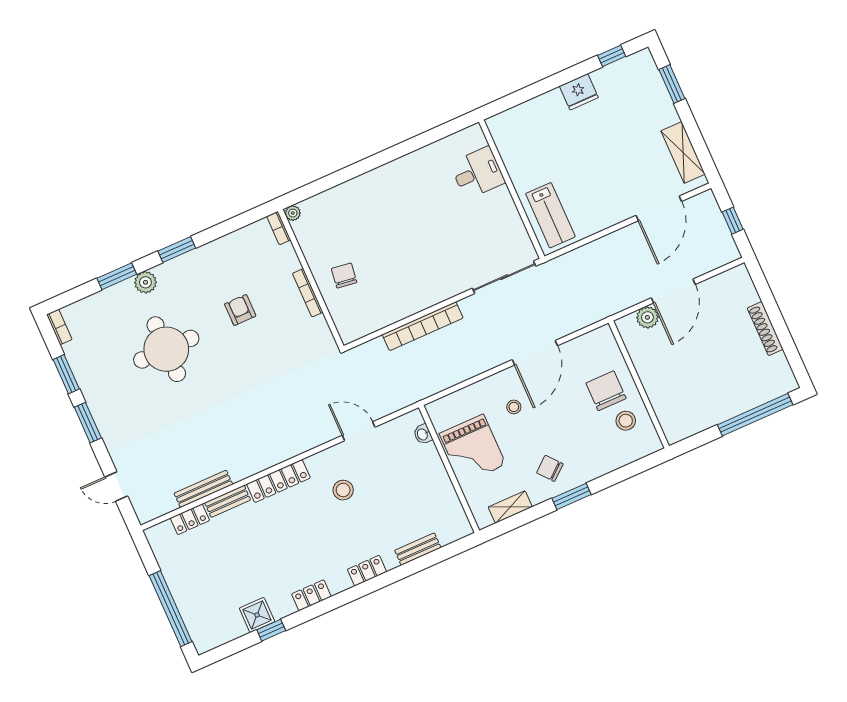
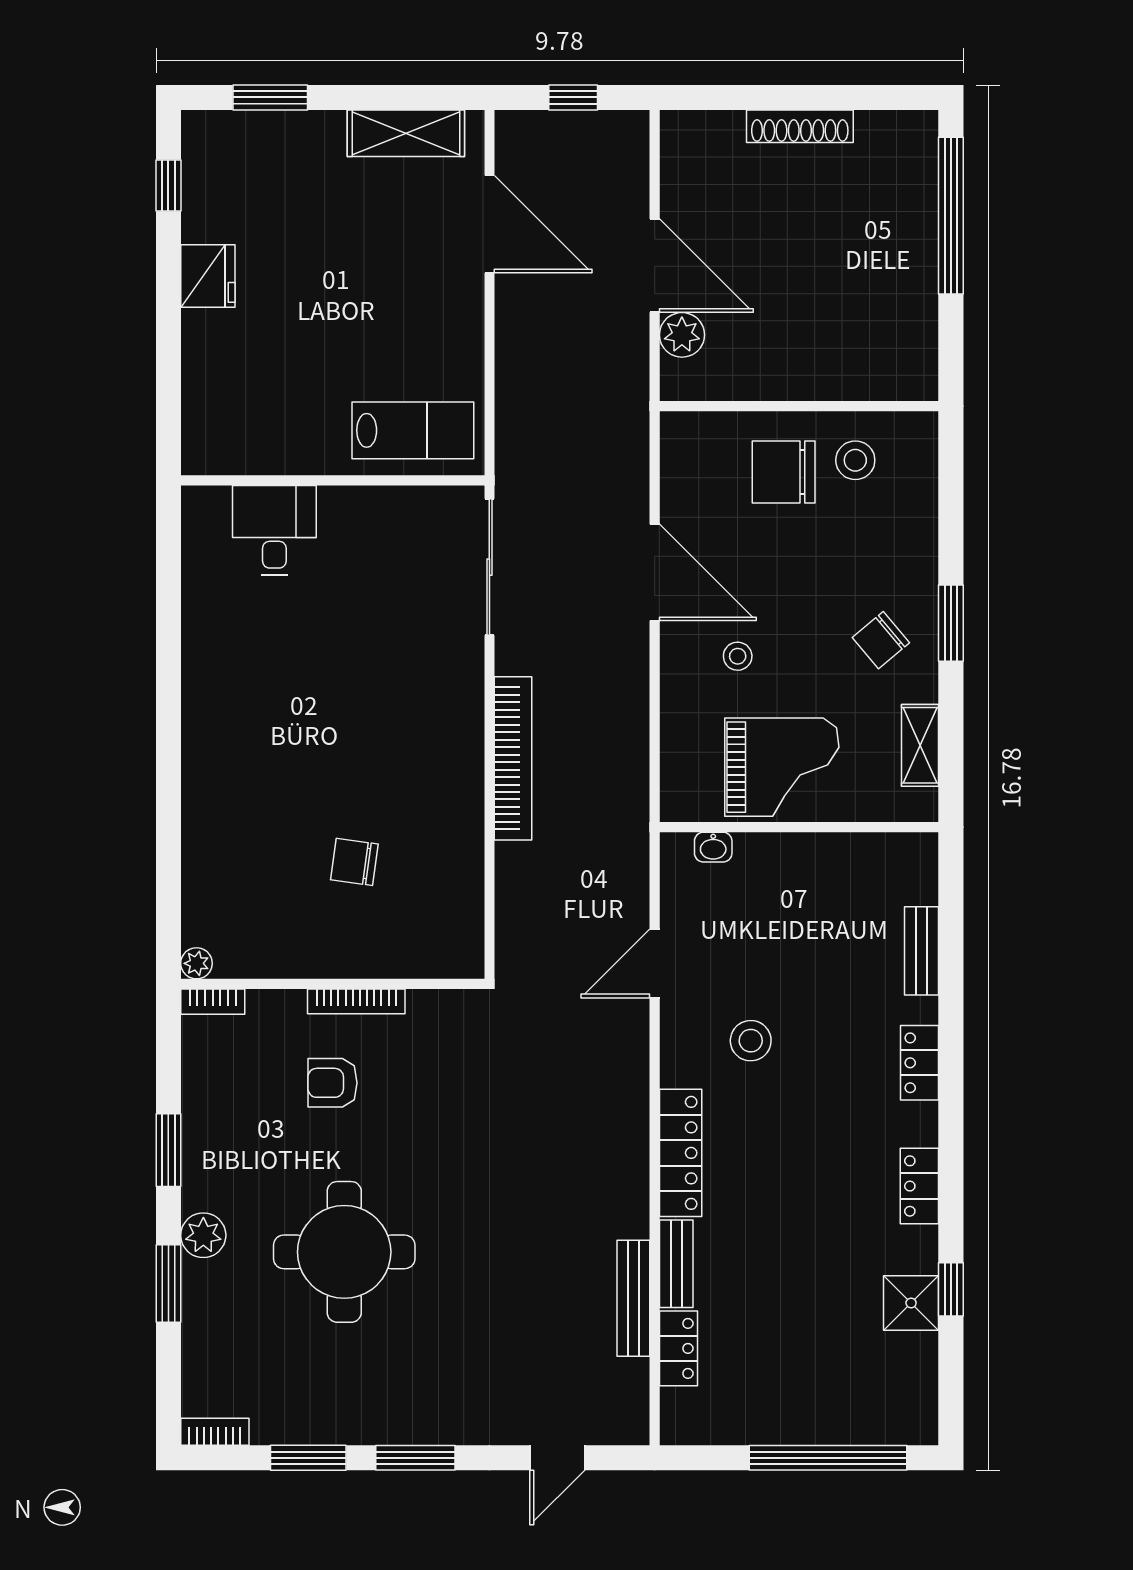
plant: (293, 213) -> (196, 963), moved
bookcase: (279, 228) -> (213, 1002), moved
wall: (311, 279) -> (333, 984), moved
bookcase: (308, 293) -> (356, 1001), moved

